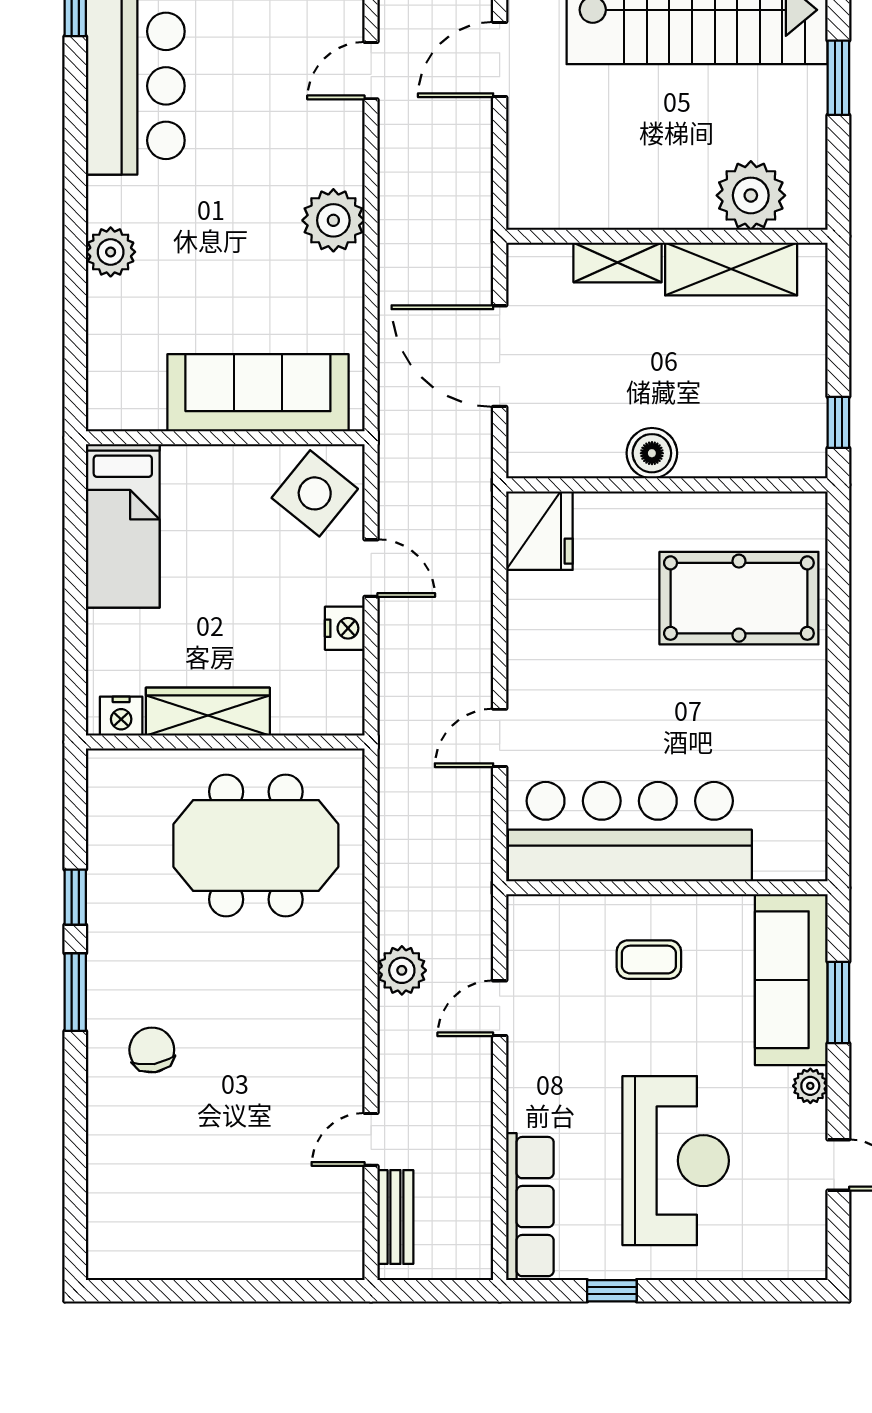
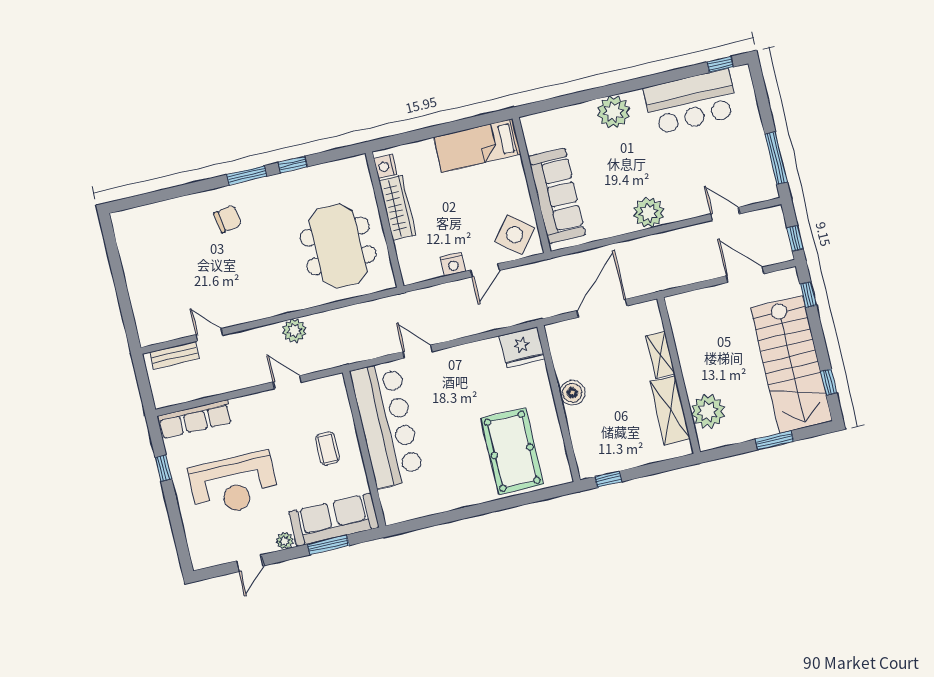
plant: (111, 252) -> (613, 112), width x1.36, depth x1.36

